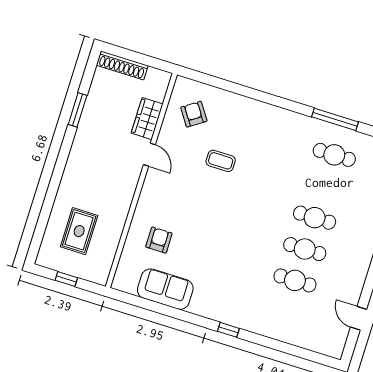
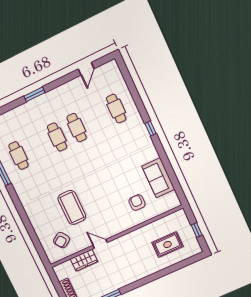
door: (149, 155) -> (100, 244), hinge flipped
coffee table: (221, 161) -> (72, 207), width x1.86, depth x1.72
armchair: (159, 240) -> (137, 203), turned 90
cafe table: (295, 280) -> (116, 109), moved

